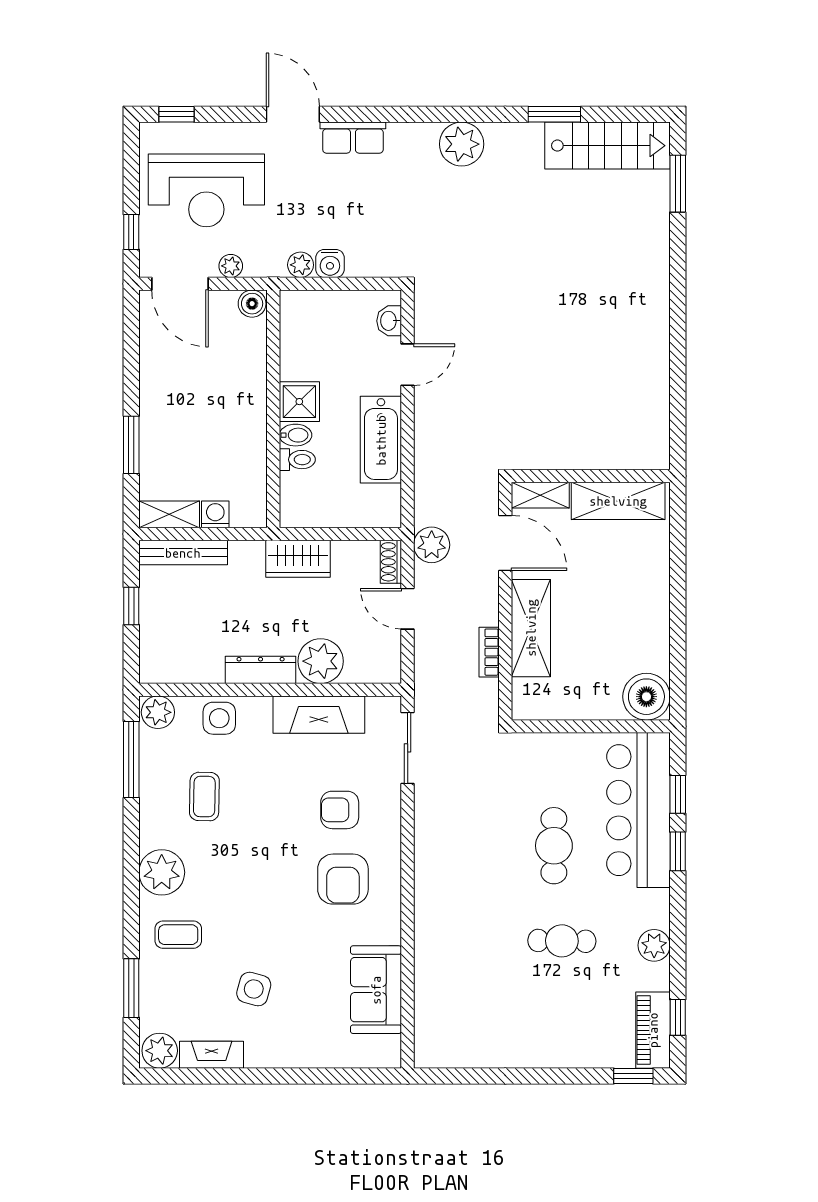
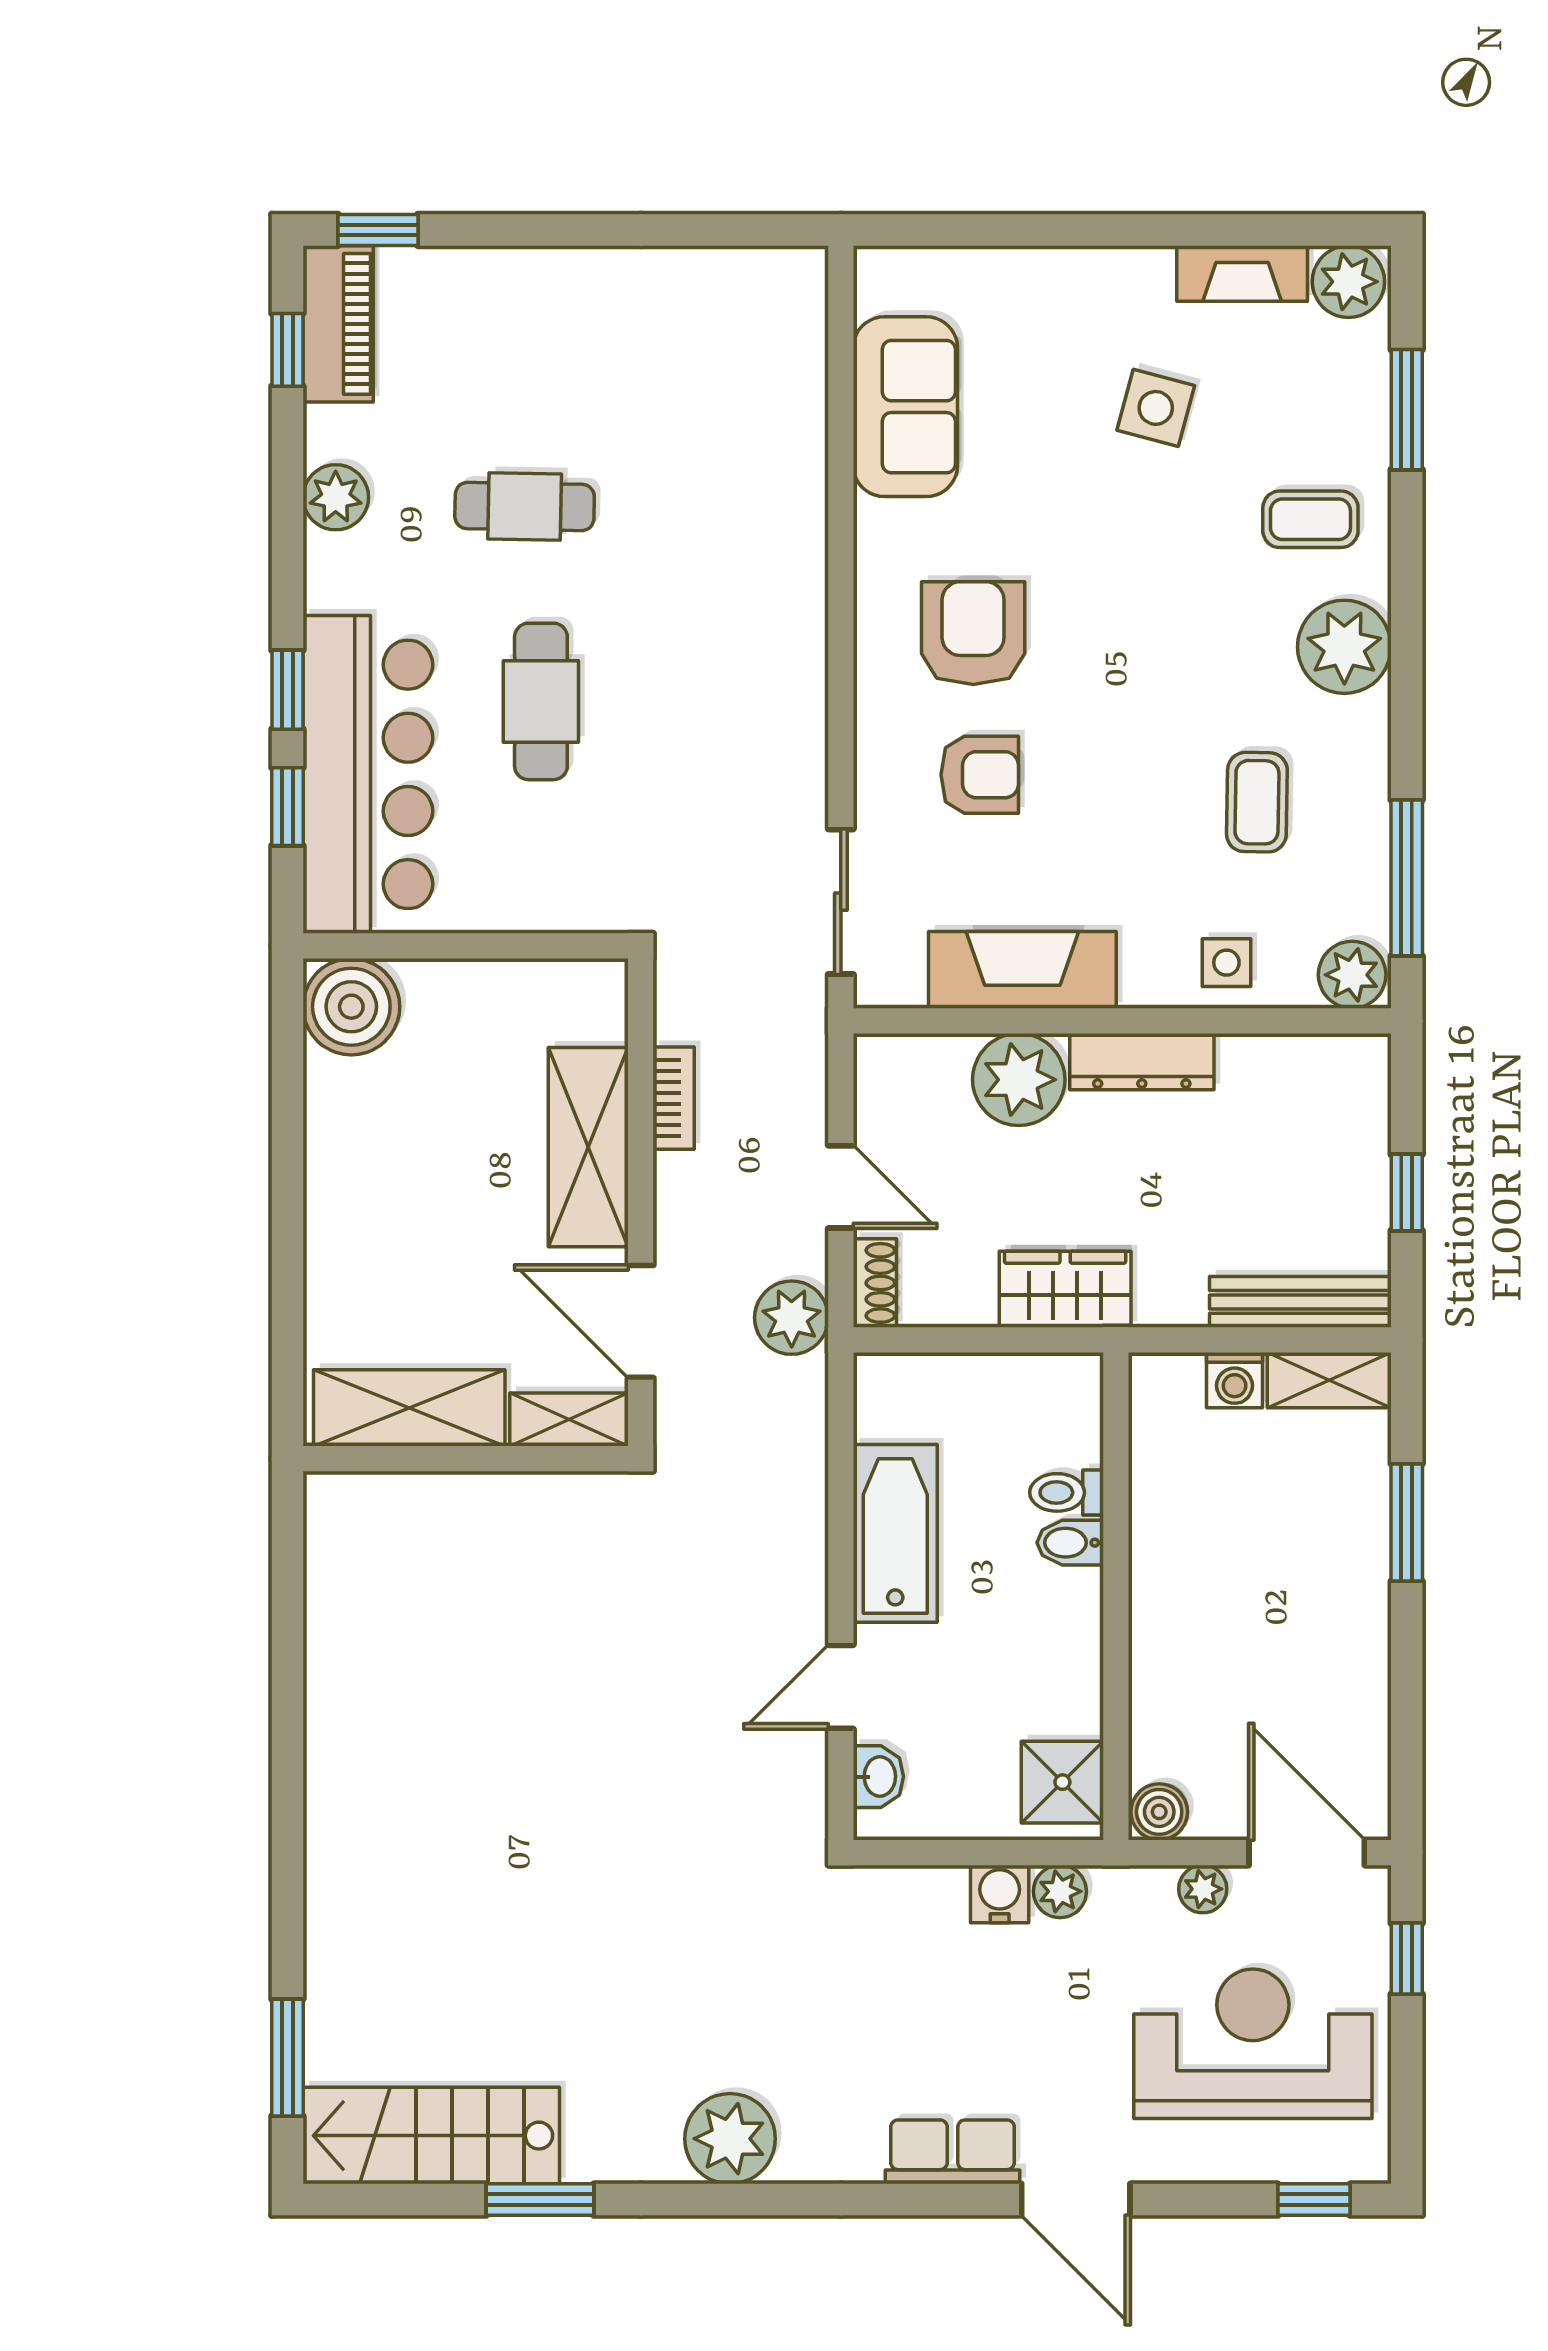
shower: (299, 402) -> (1062, 1782), moved
side table: (219, 718) -> (1226, 963), width x0.73, depth x0.73

